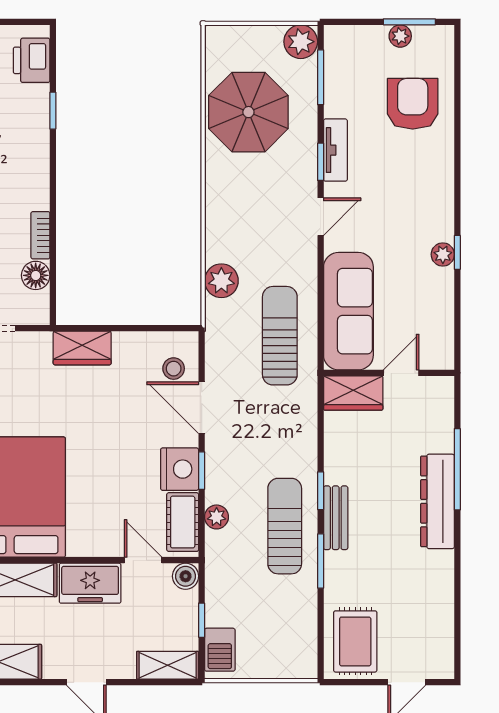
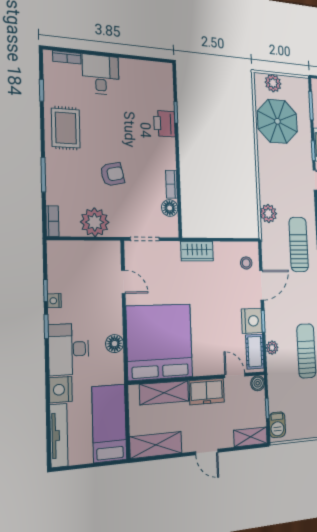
plant: (301, 42) -> (273, 83), moved
printer: (32, 60) -> (164, 124), moved
door: (202, 408) -> (262, 285), swing flipped

